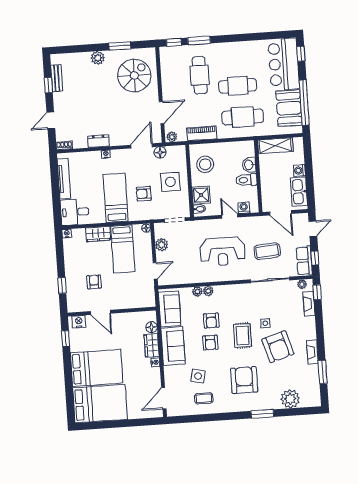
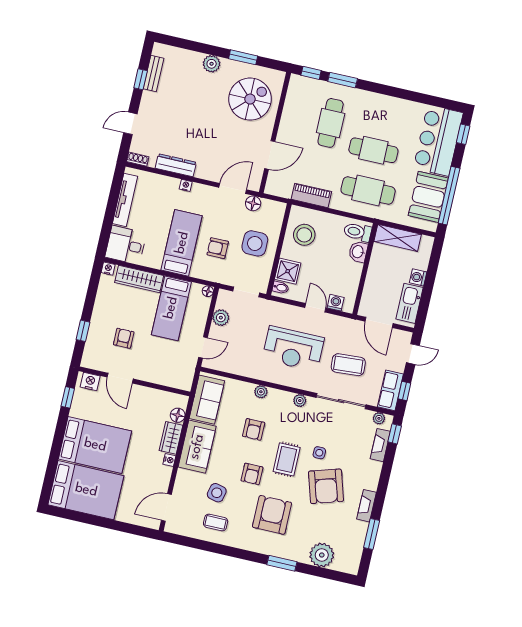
plant: (172, 137) -> (273, 189), removed
dresser: (98, 141) -> (176, 165), width x1.44
toilet: (246, 180) -> (358, 232), moved
wardrobe: (98, 234) -> (139, 279), width x1.50
plant: (197, 292) -> (300, 401), moved
armchair: (210, 343) -> (252, 474), moved

